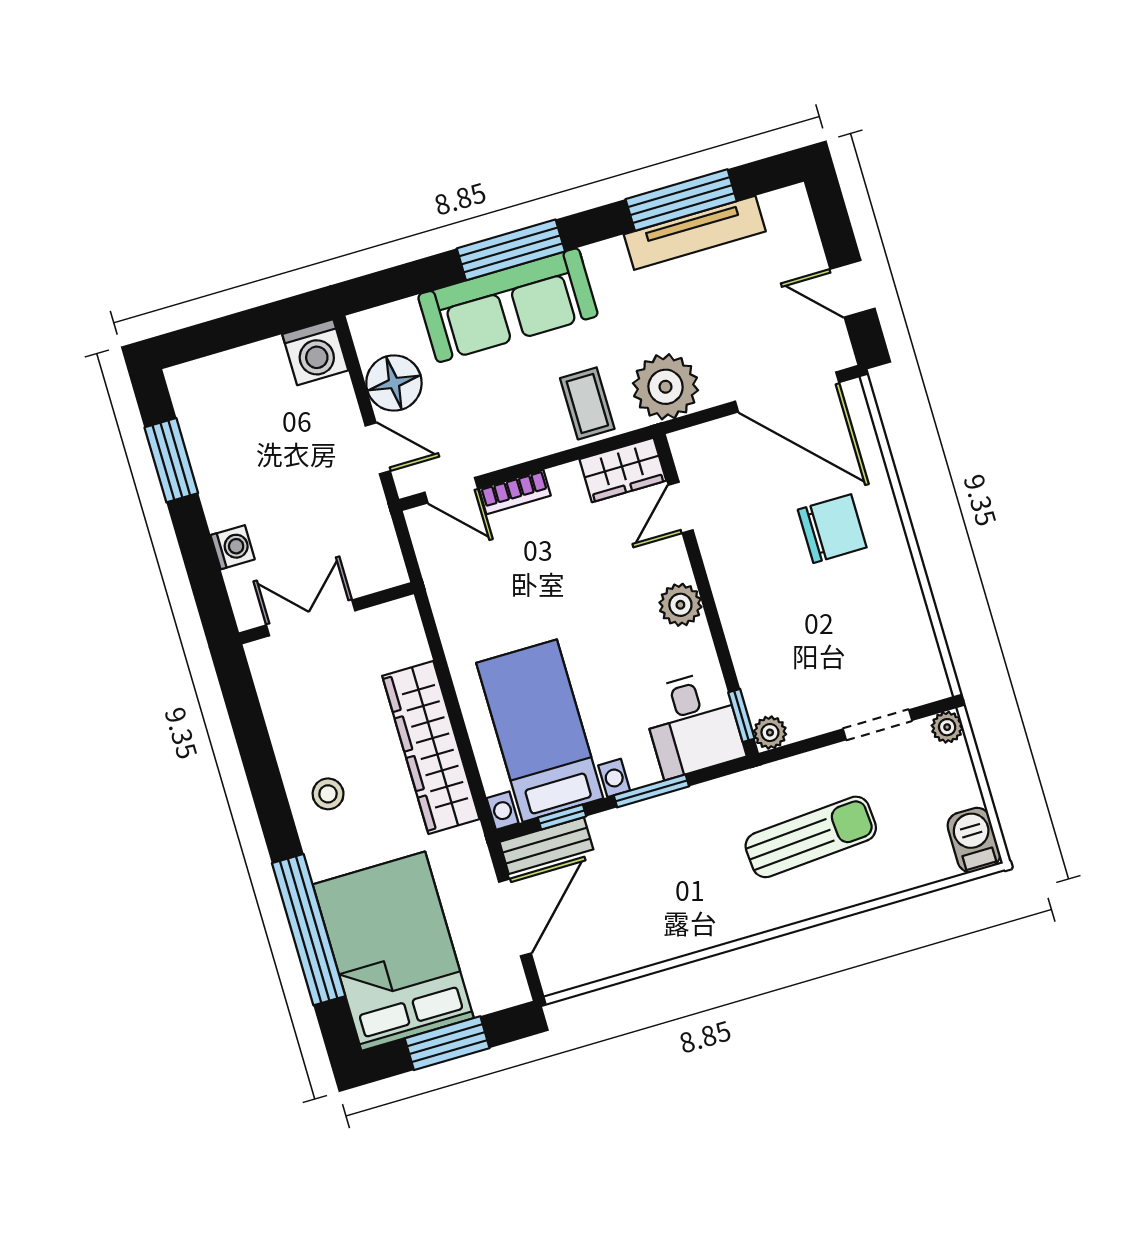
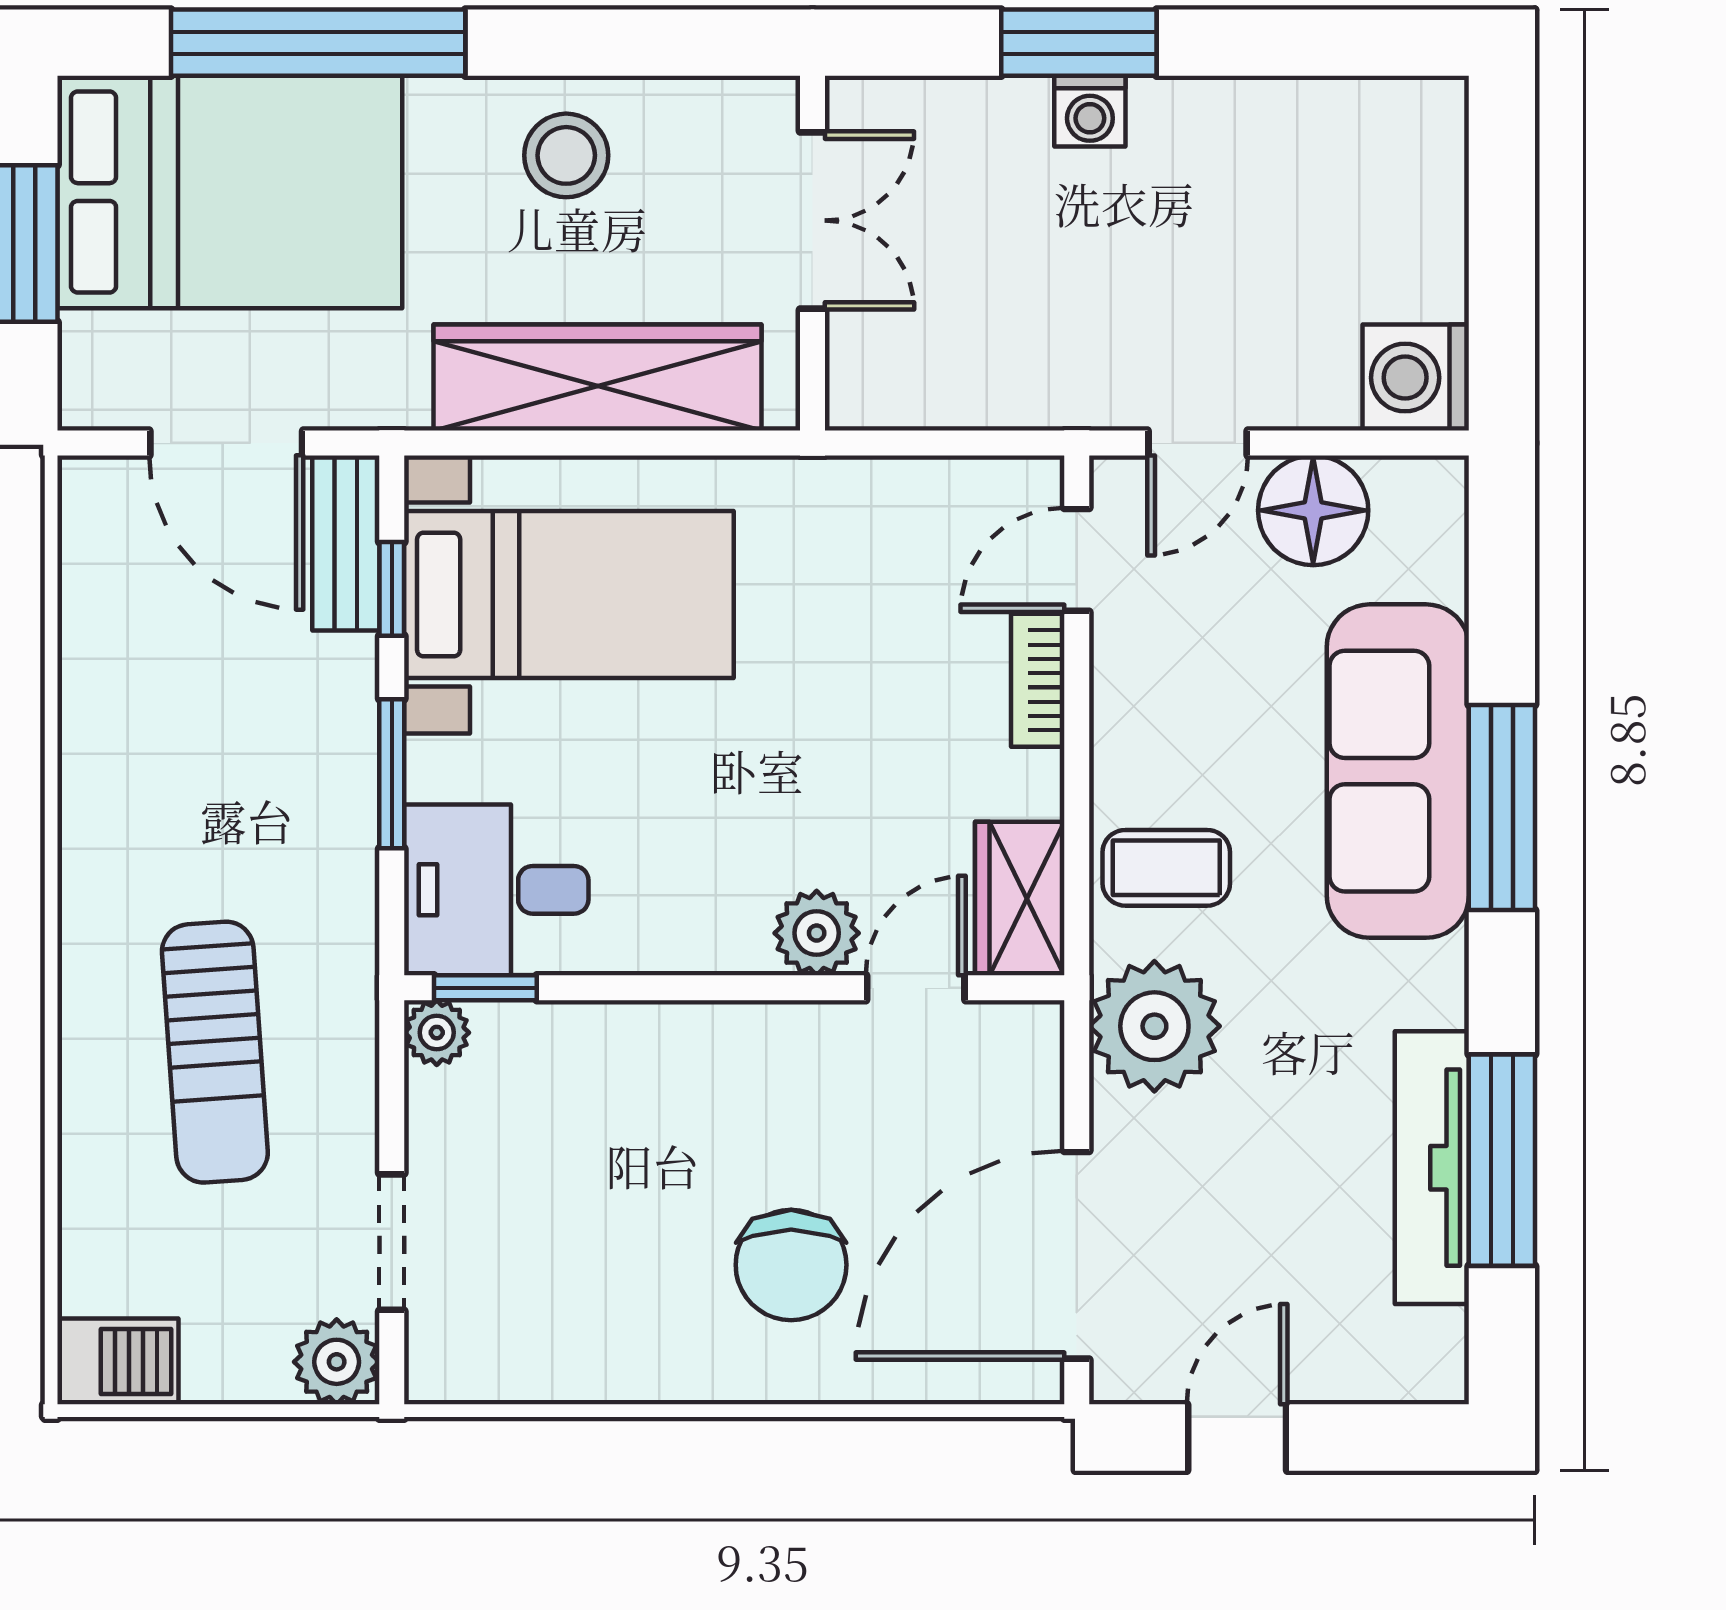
window: (171, 460) -> (1079, 43), moved
door: (681, 508) -> (916, 988), hinge flipped
plant: (680, 605) -> (817, 933), moved
wall: (326, 613) -> (813, 253), moved
double door: (311, 618) -> (813, 220), moved
plant: (947, 727) -> (337, 1362), width x1.38, depth x1.38
stool: (328, 794) -> (566, 155), width x1.37, depth x1.37

